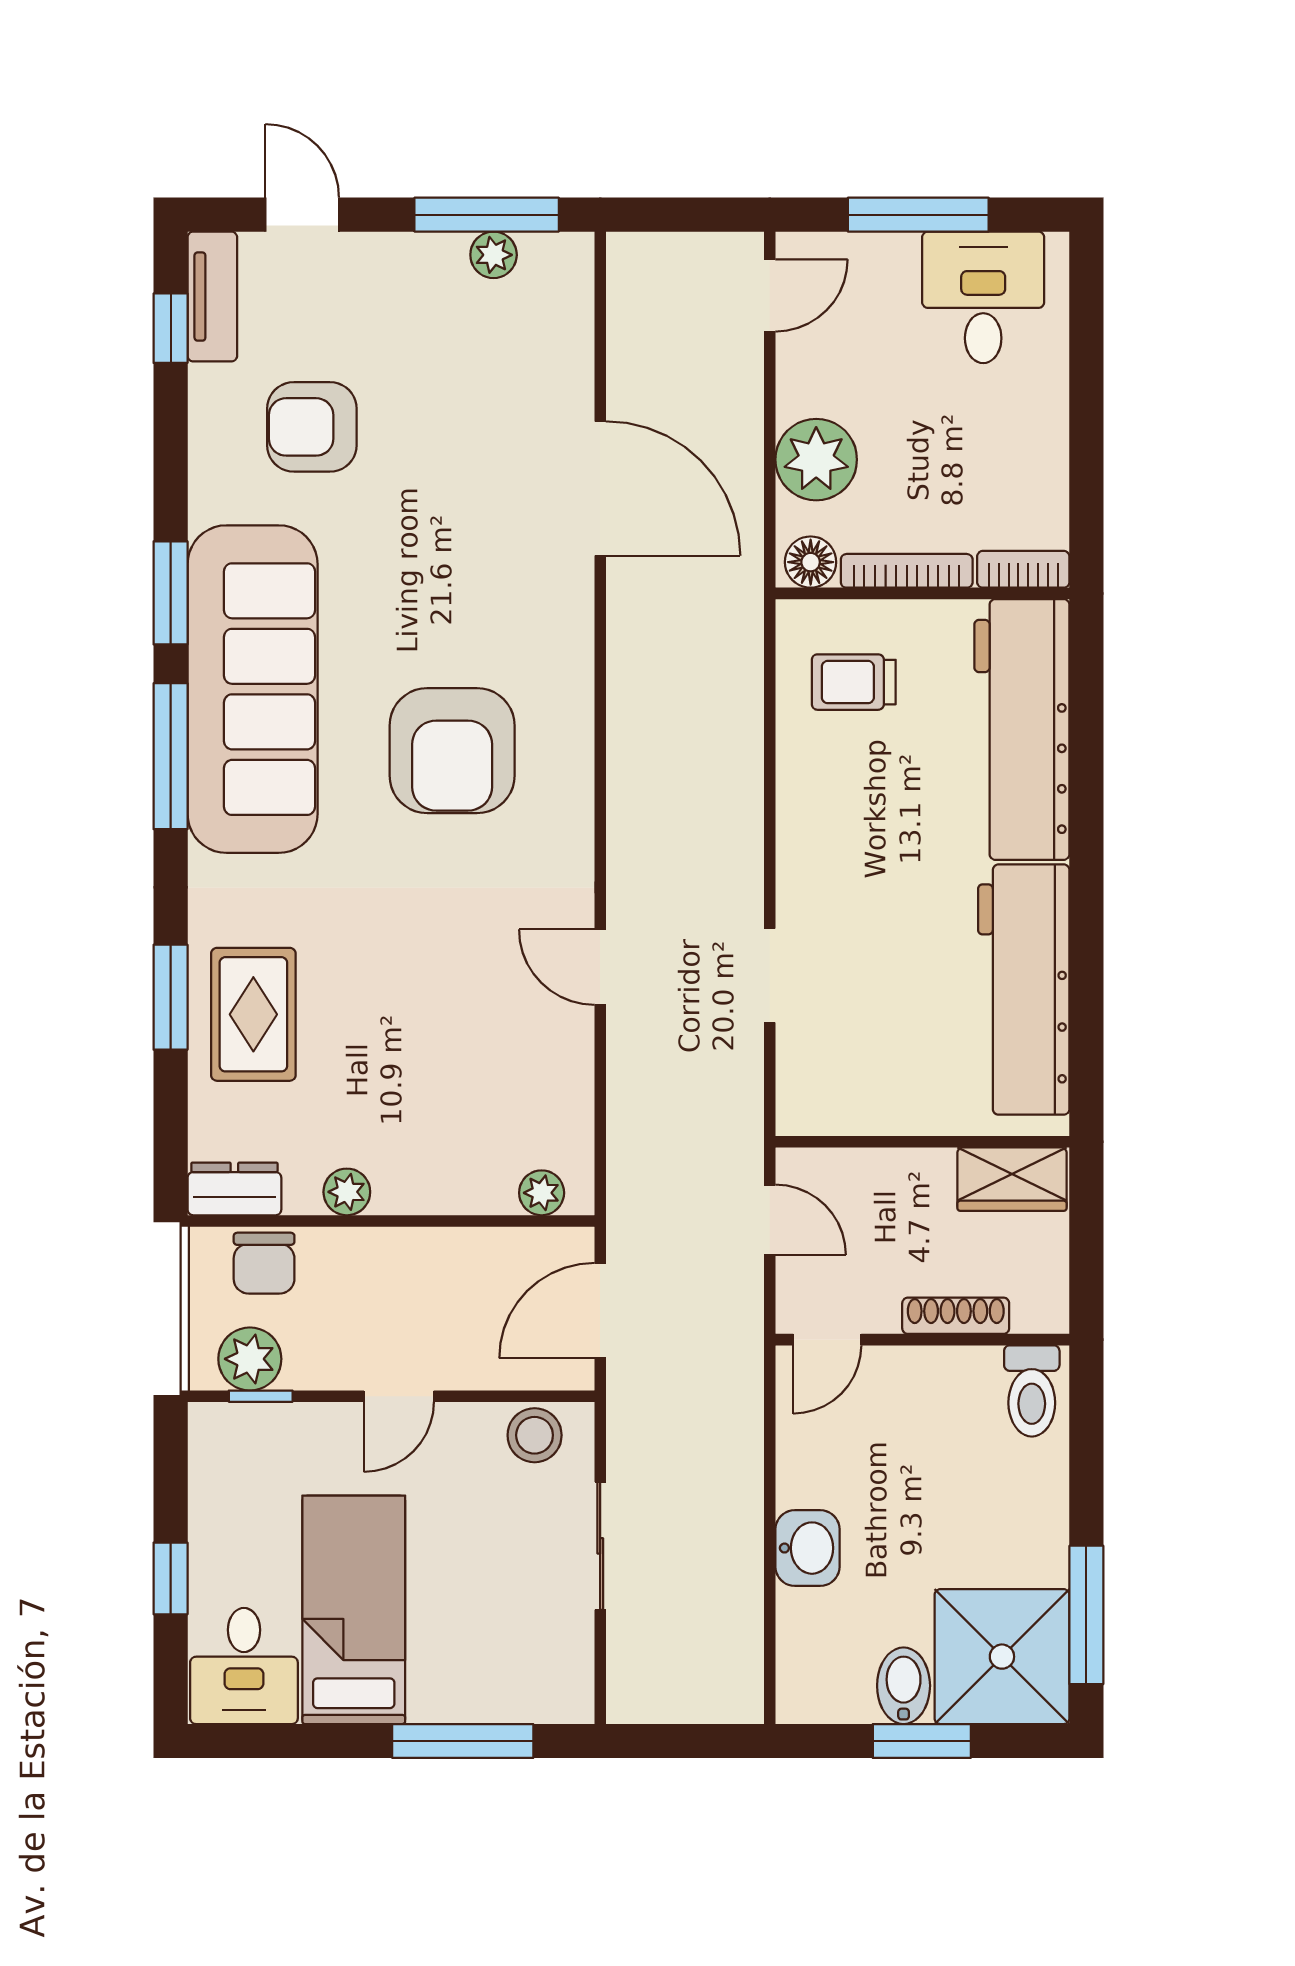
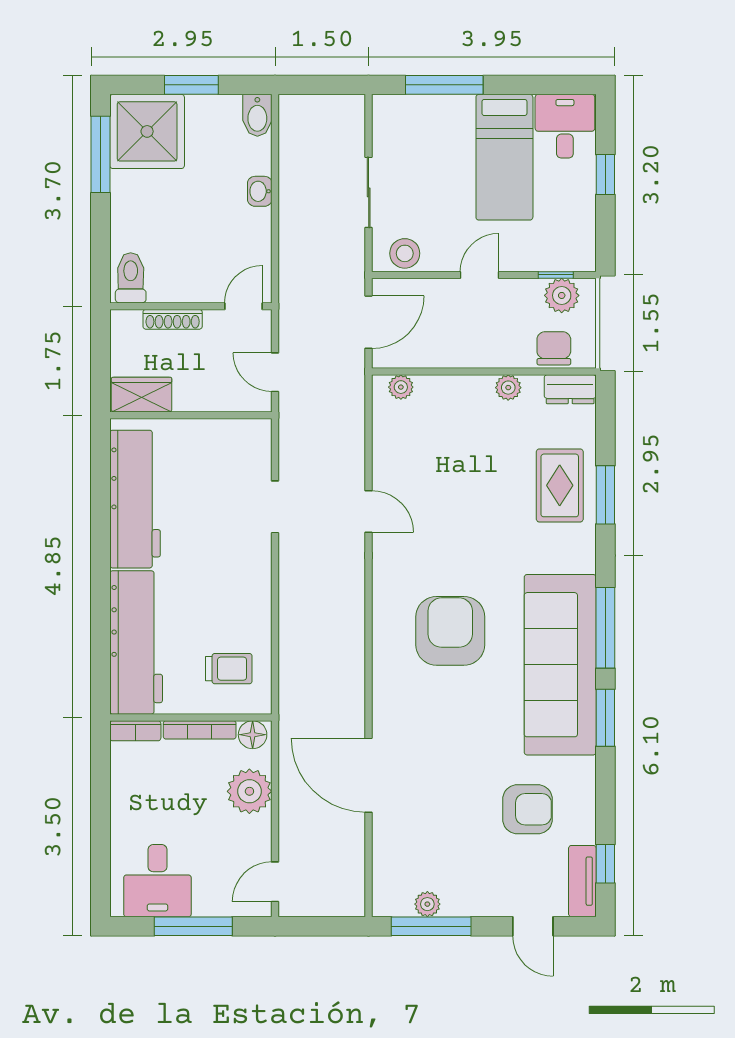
washbasin: (807, 1548) -> (260, 191), width x0.72, depth x0.69
bidet: (904, 1686) -> (257, 115), moved

